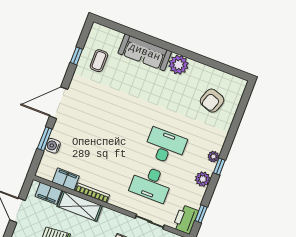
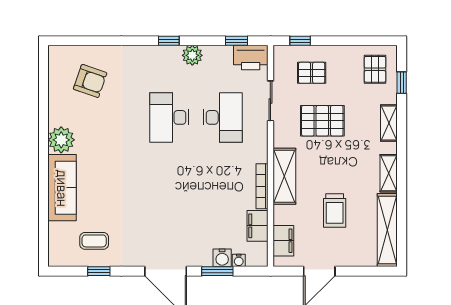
water cooler: (47, 157) -> (239, 260), added
plant: (213, 157) -> (159, 53), removed
shelving: (80, 206) -> (284, 176), moved

